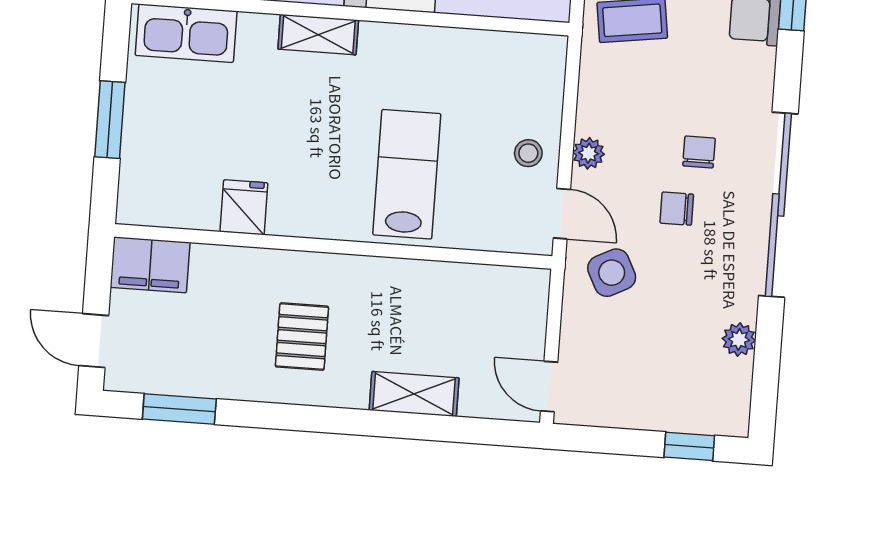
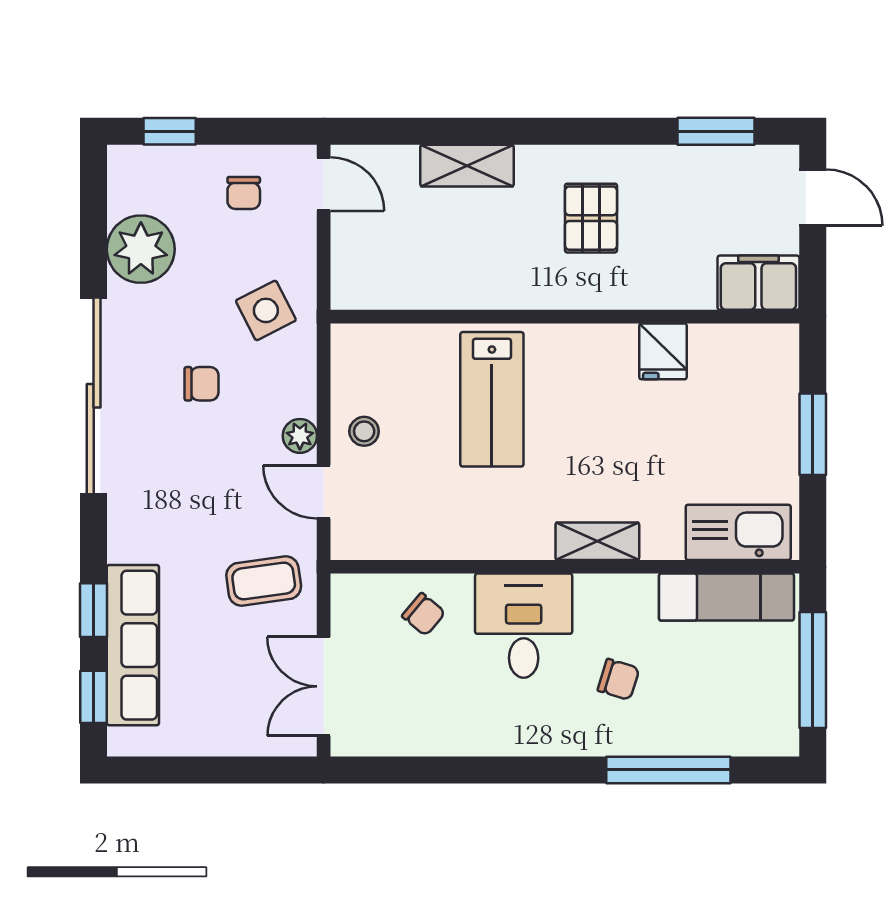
chair: (699, 152) -> (244, 193), moved
door: (562, 214) -> (324, 492), moved
plant: (739, 340) -> (141, 249), width x1.87, depth x1.87

